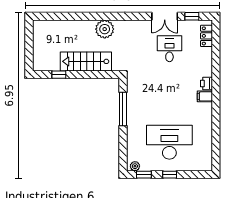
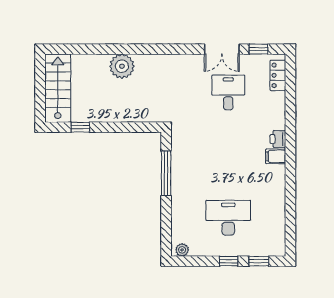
plant: (105, 29) -> (122, 66), moved
stairs: (86, 61) -> (58, 88), moved, turned 90
desk: (169, 142) -> (228, 218), width x0.73, depth x0.77
window: (144, 175) -> (259, 261), moved

